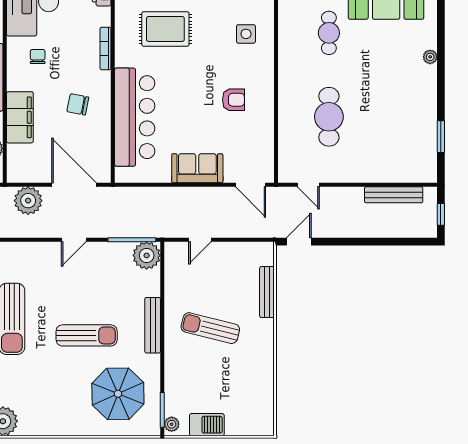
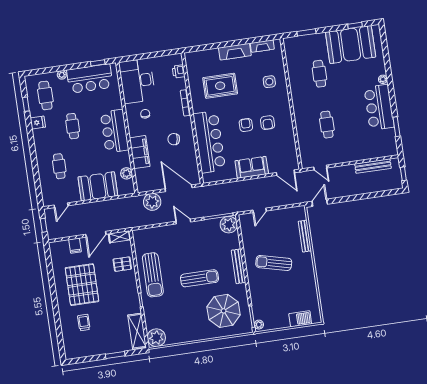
armchair: (198, 98) -> (246, 125), added
armchair: (233, 100) -> (268, 123), turned 90
bar counter: (417, 101) -> (379, 107), added
cafe table: (329, 117) -> (327, 125), width x0.73, depth x0.74
door: (74, 240) -> (183, 222), swing flipped
barbecue: (207, 425) -> (300, 319), moved

